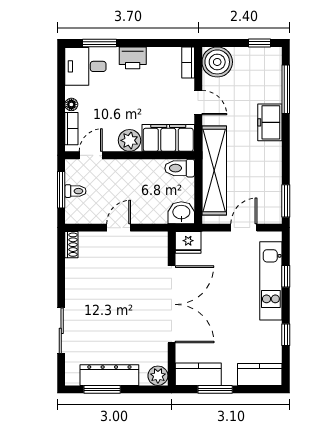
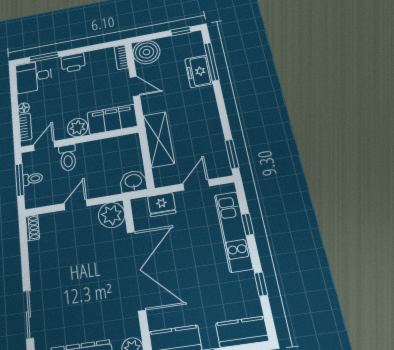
freezer: (270, 122) -> (199, 71), moved
toilet: (180, 168) -> (68, 158), moved, turned -90
shelving: (214, 171) -> (159, 139), width x0.68
fridge: (188, 242) -> (162, 205), moved
plant: (154, 245) -> (112, 215), added

